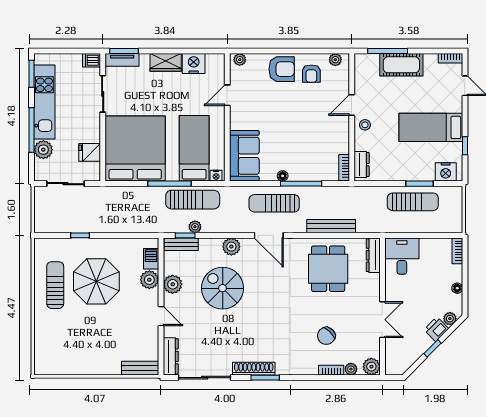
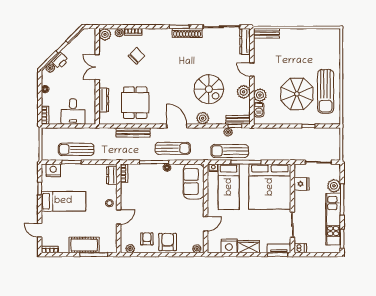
armchair: (282, 69) -> (168, 242), turned 90
dresser: (373, 255) -> (104, 100), moved
desk: (402, 256) -> (73, 112), moved
sun lounger: (55, 285) -> (326, 91), width x1.36, depth x1.34

